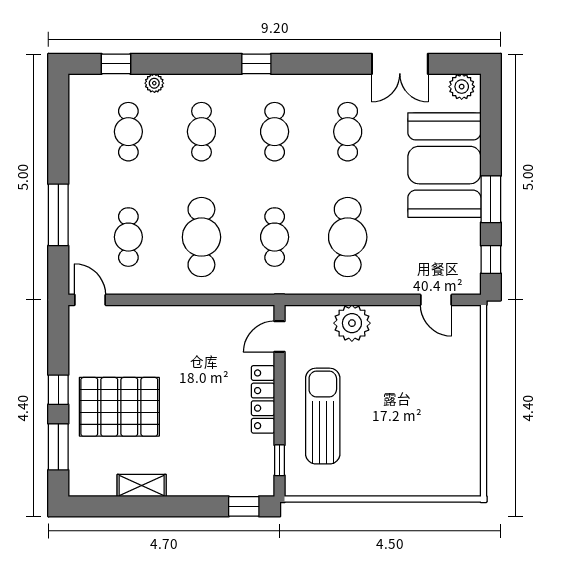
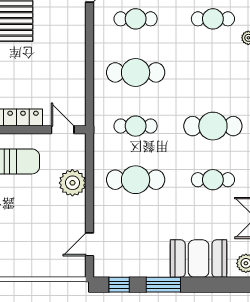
cafe table: (201, 132) -> (213, 72), removed
cafe table: (275, 132) -> (213, 126), width x1.37, depth x1.35
booth: (444, 165) -> (199, 259), width x0.73, depth x0.70

